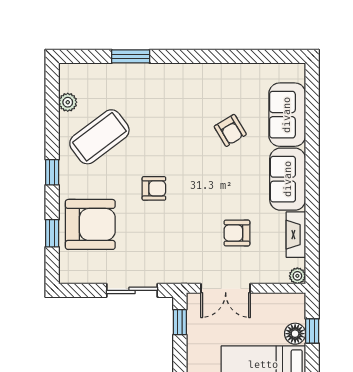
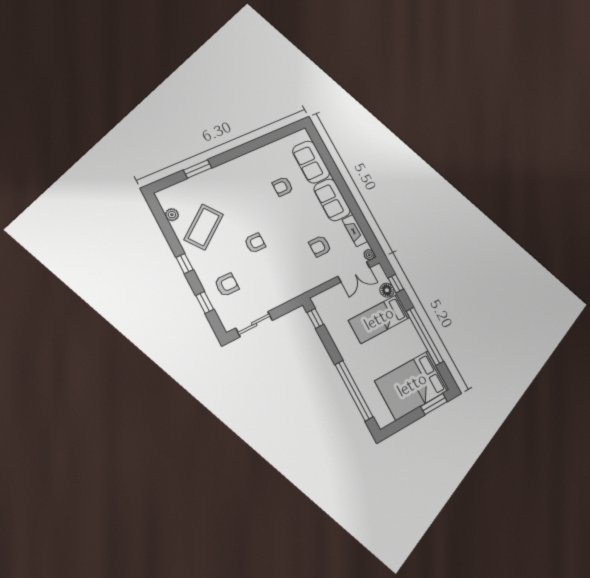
armchair: (230, 130) -> (283, 186), turned 121
armchair: (90, 224) -> (227, 285), width x0.53, depth x0.53
double door: (226, 288) -> (354, 272), moved
sliding door: (132, 290) -> (254, 324), moved

